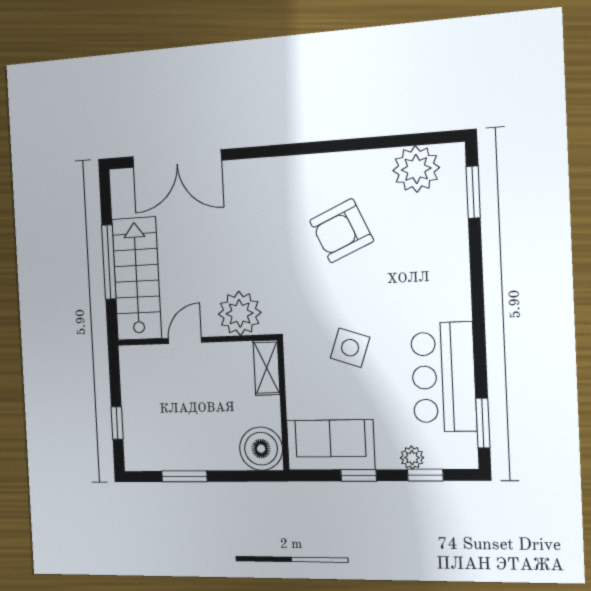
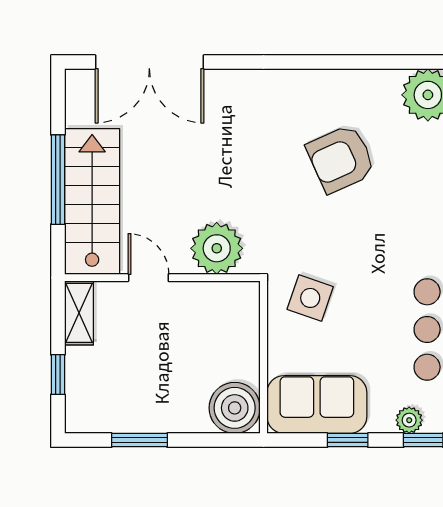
door: (185, 340) -> (148, 278), hinge flipped
side table: (350, 348) -> (310, 298), moved
shelving: (266, 368) -> (79, 313), moved

